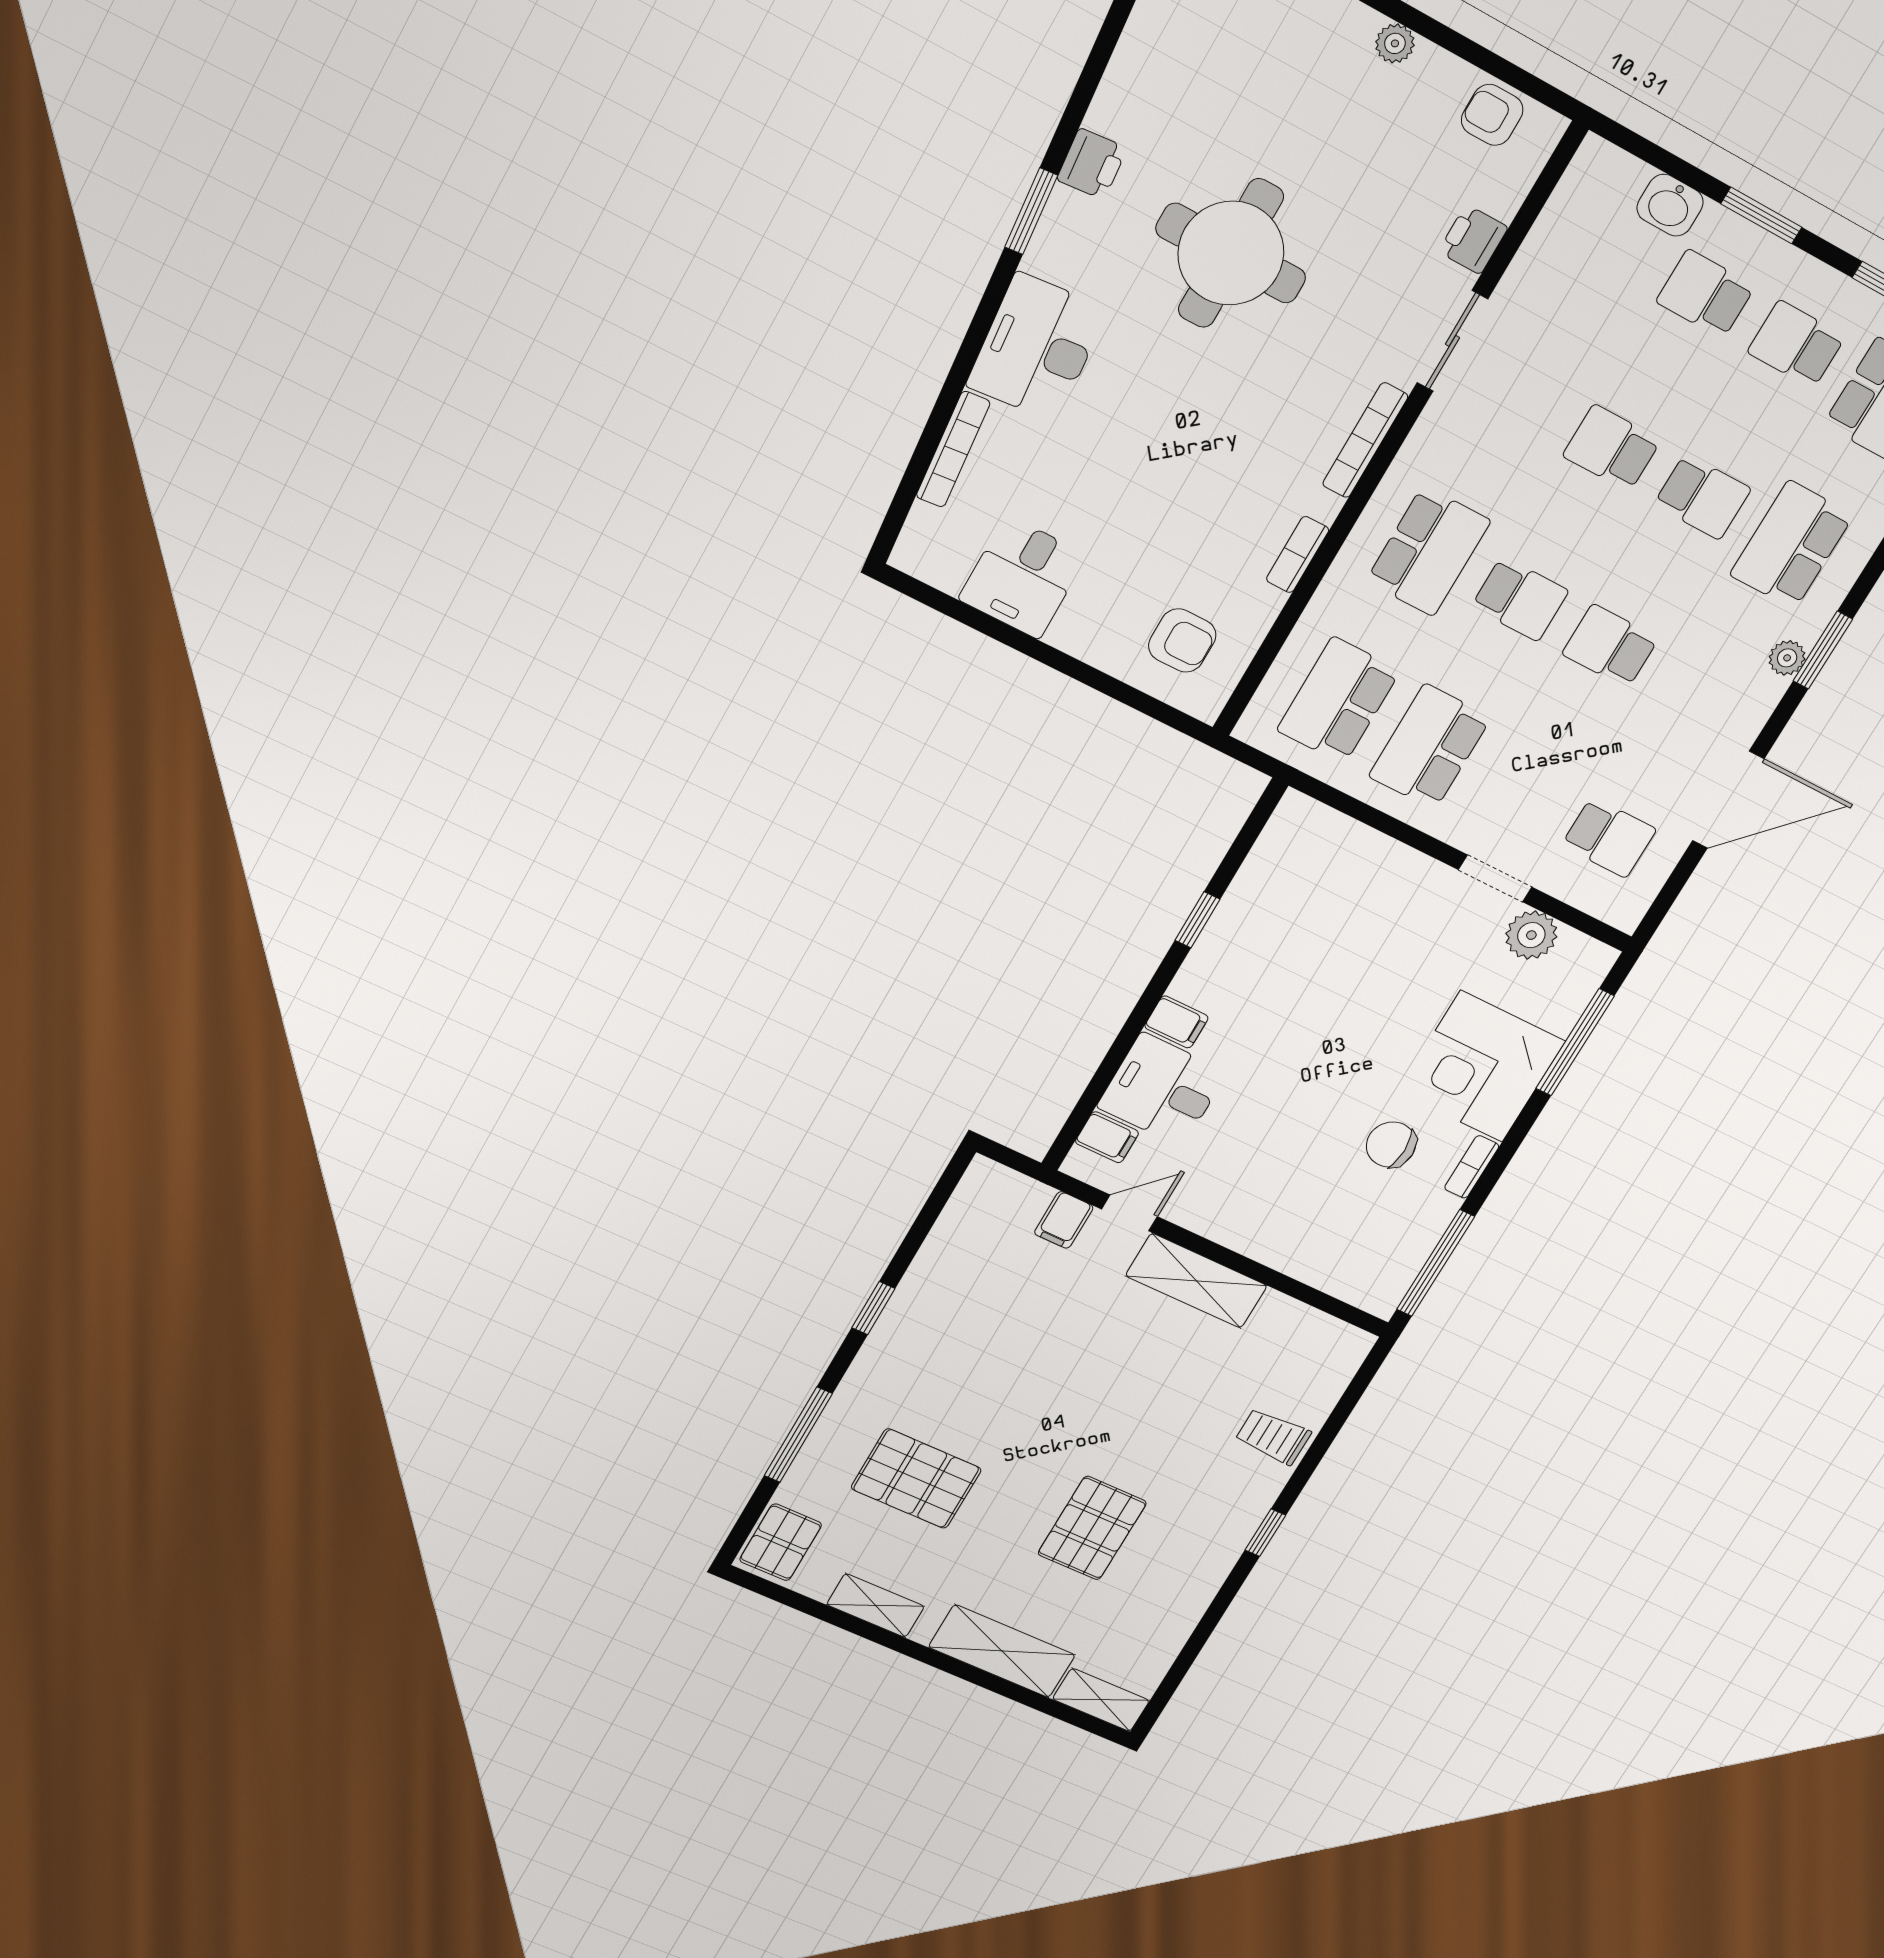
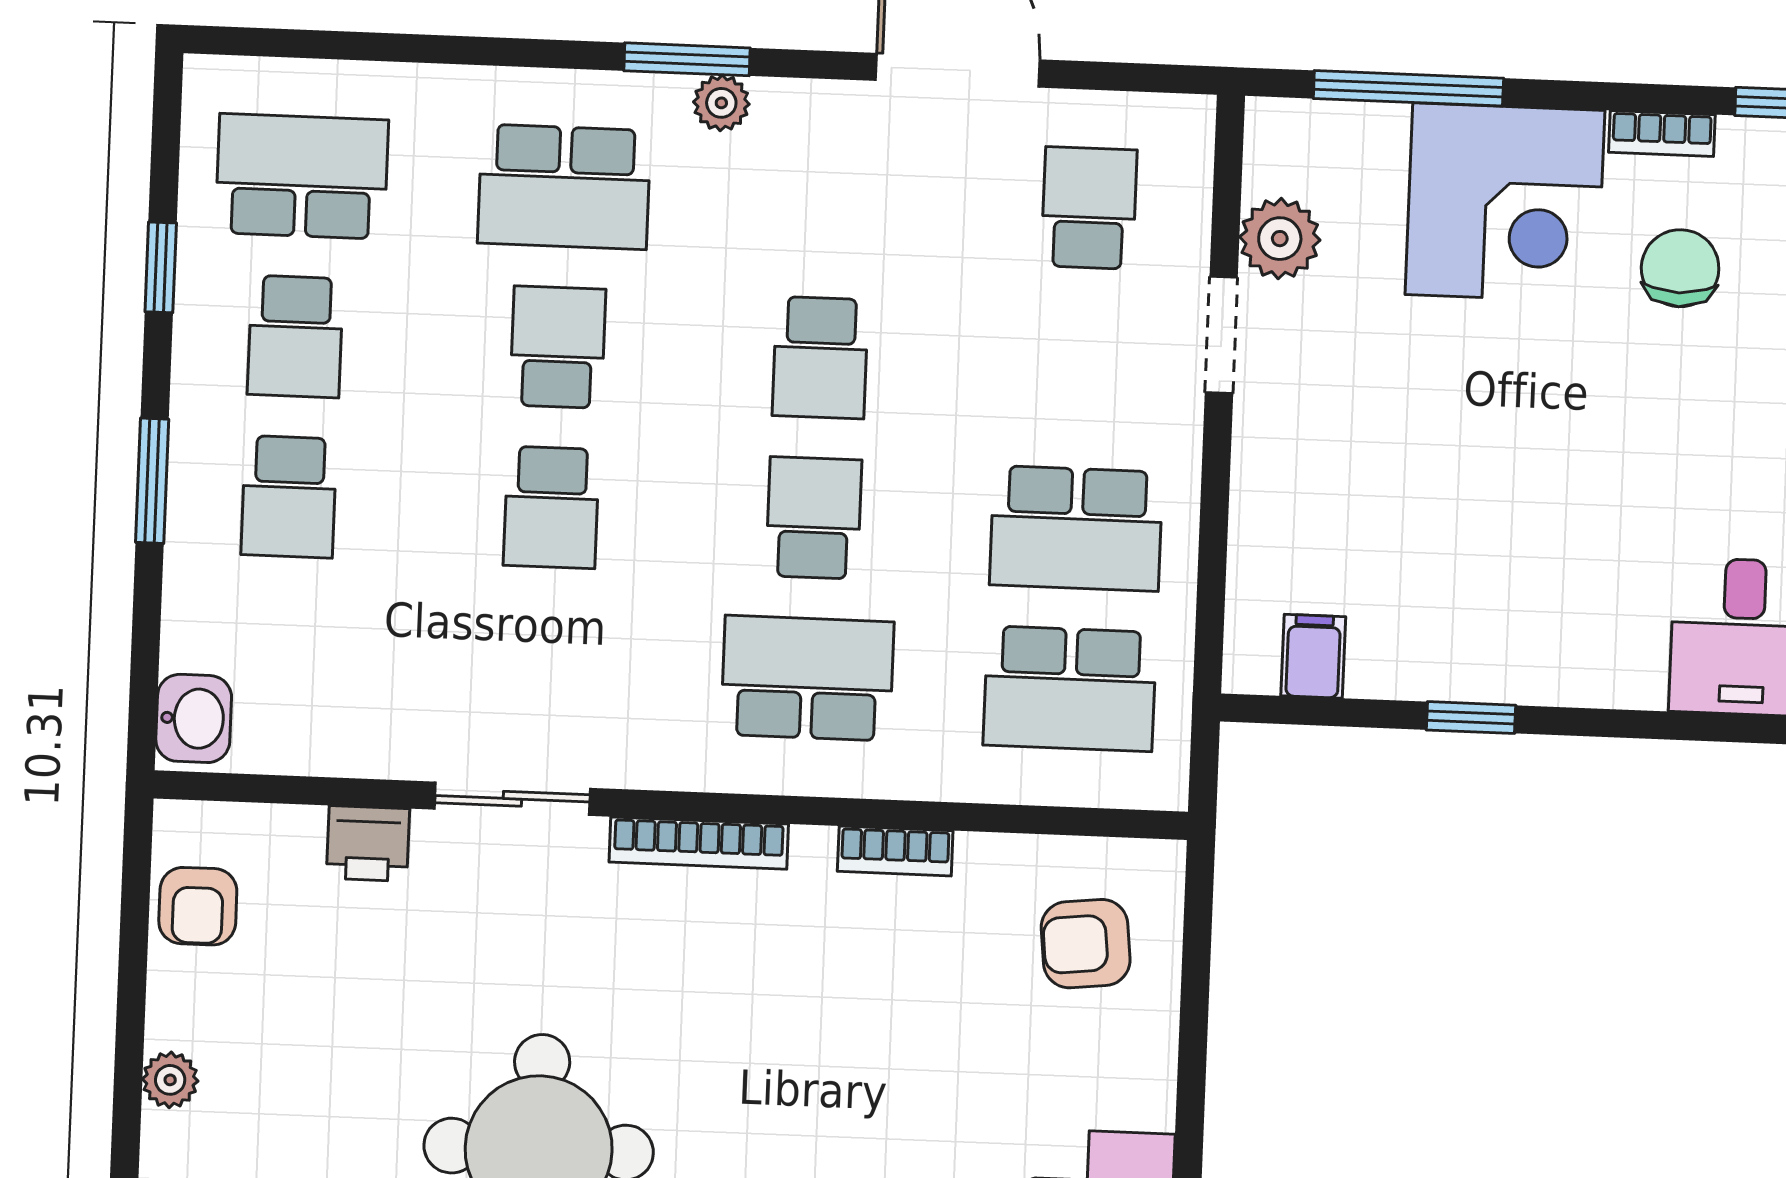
washbasin: (1670, 205) -> (194, 718), moved
armchair: (1182, 640) -> (1086, 944), turned -96
filing cabinet: (1176, 1022) -> (1313, 656), moved
chair: (1391, 1144) -> (1680, 268), turned 180

